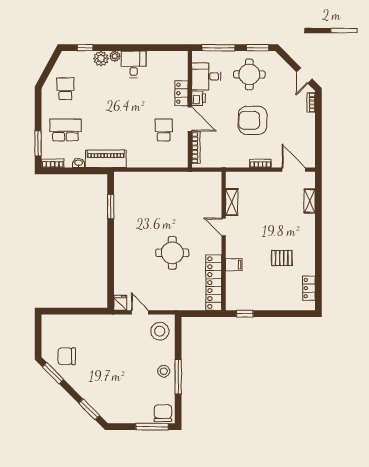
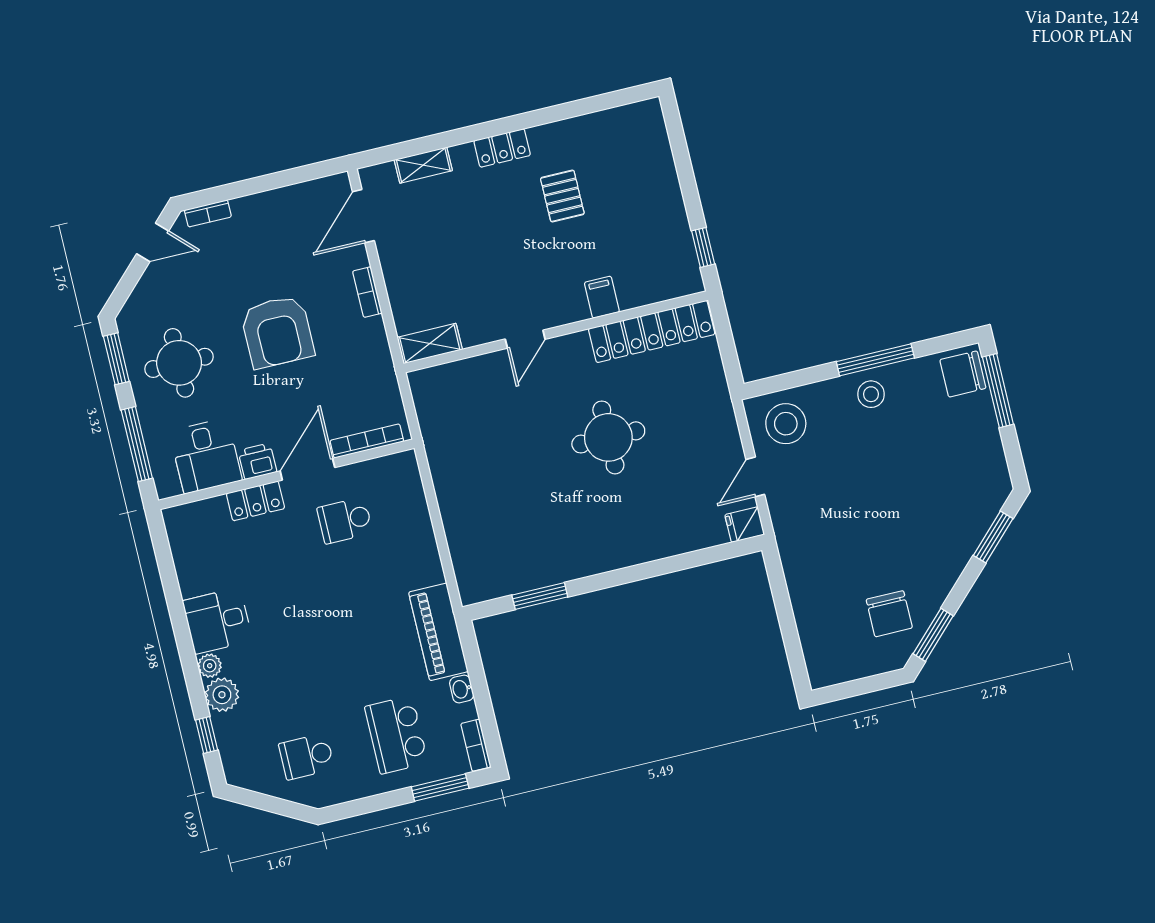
shelving: (232, 202) -> (430, 344), moved
locker: (309, 288) -> (502, 148), moved

